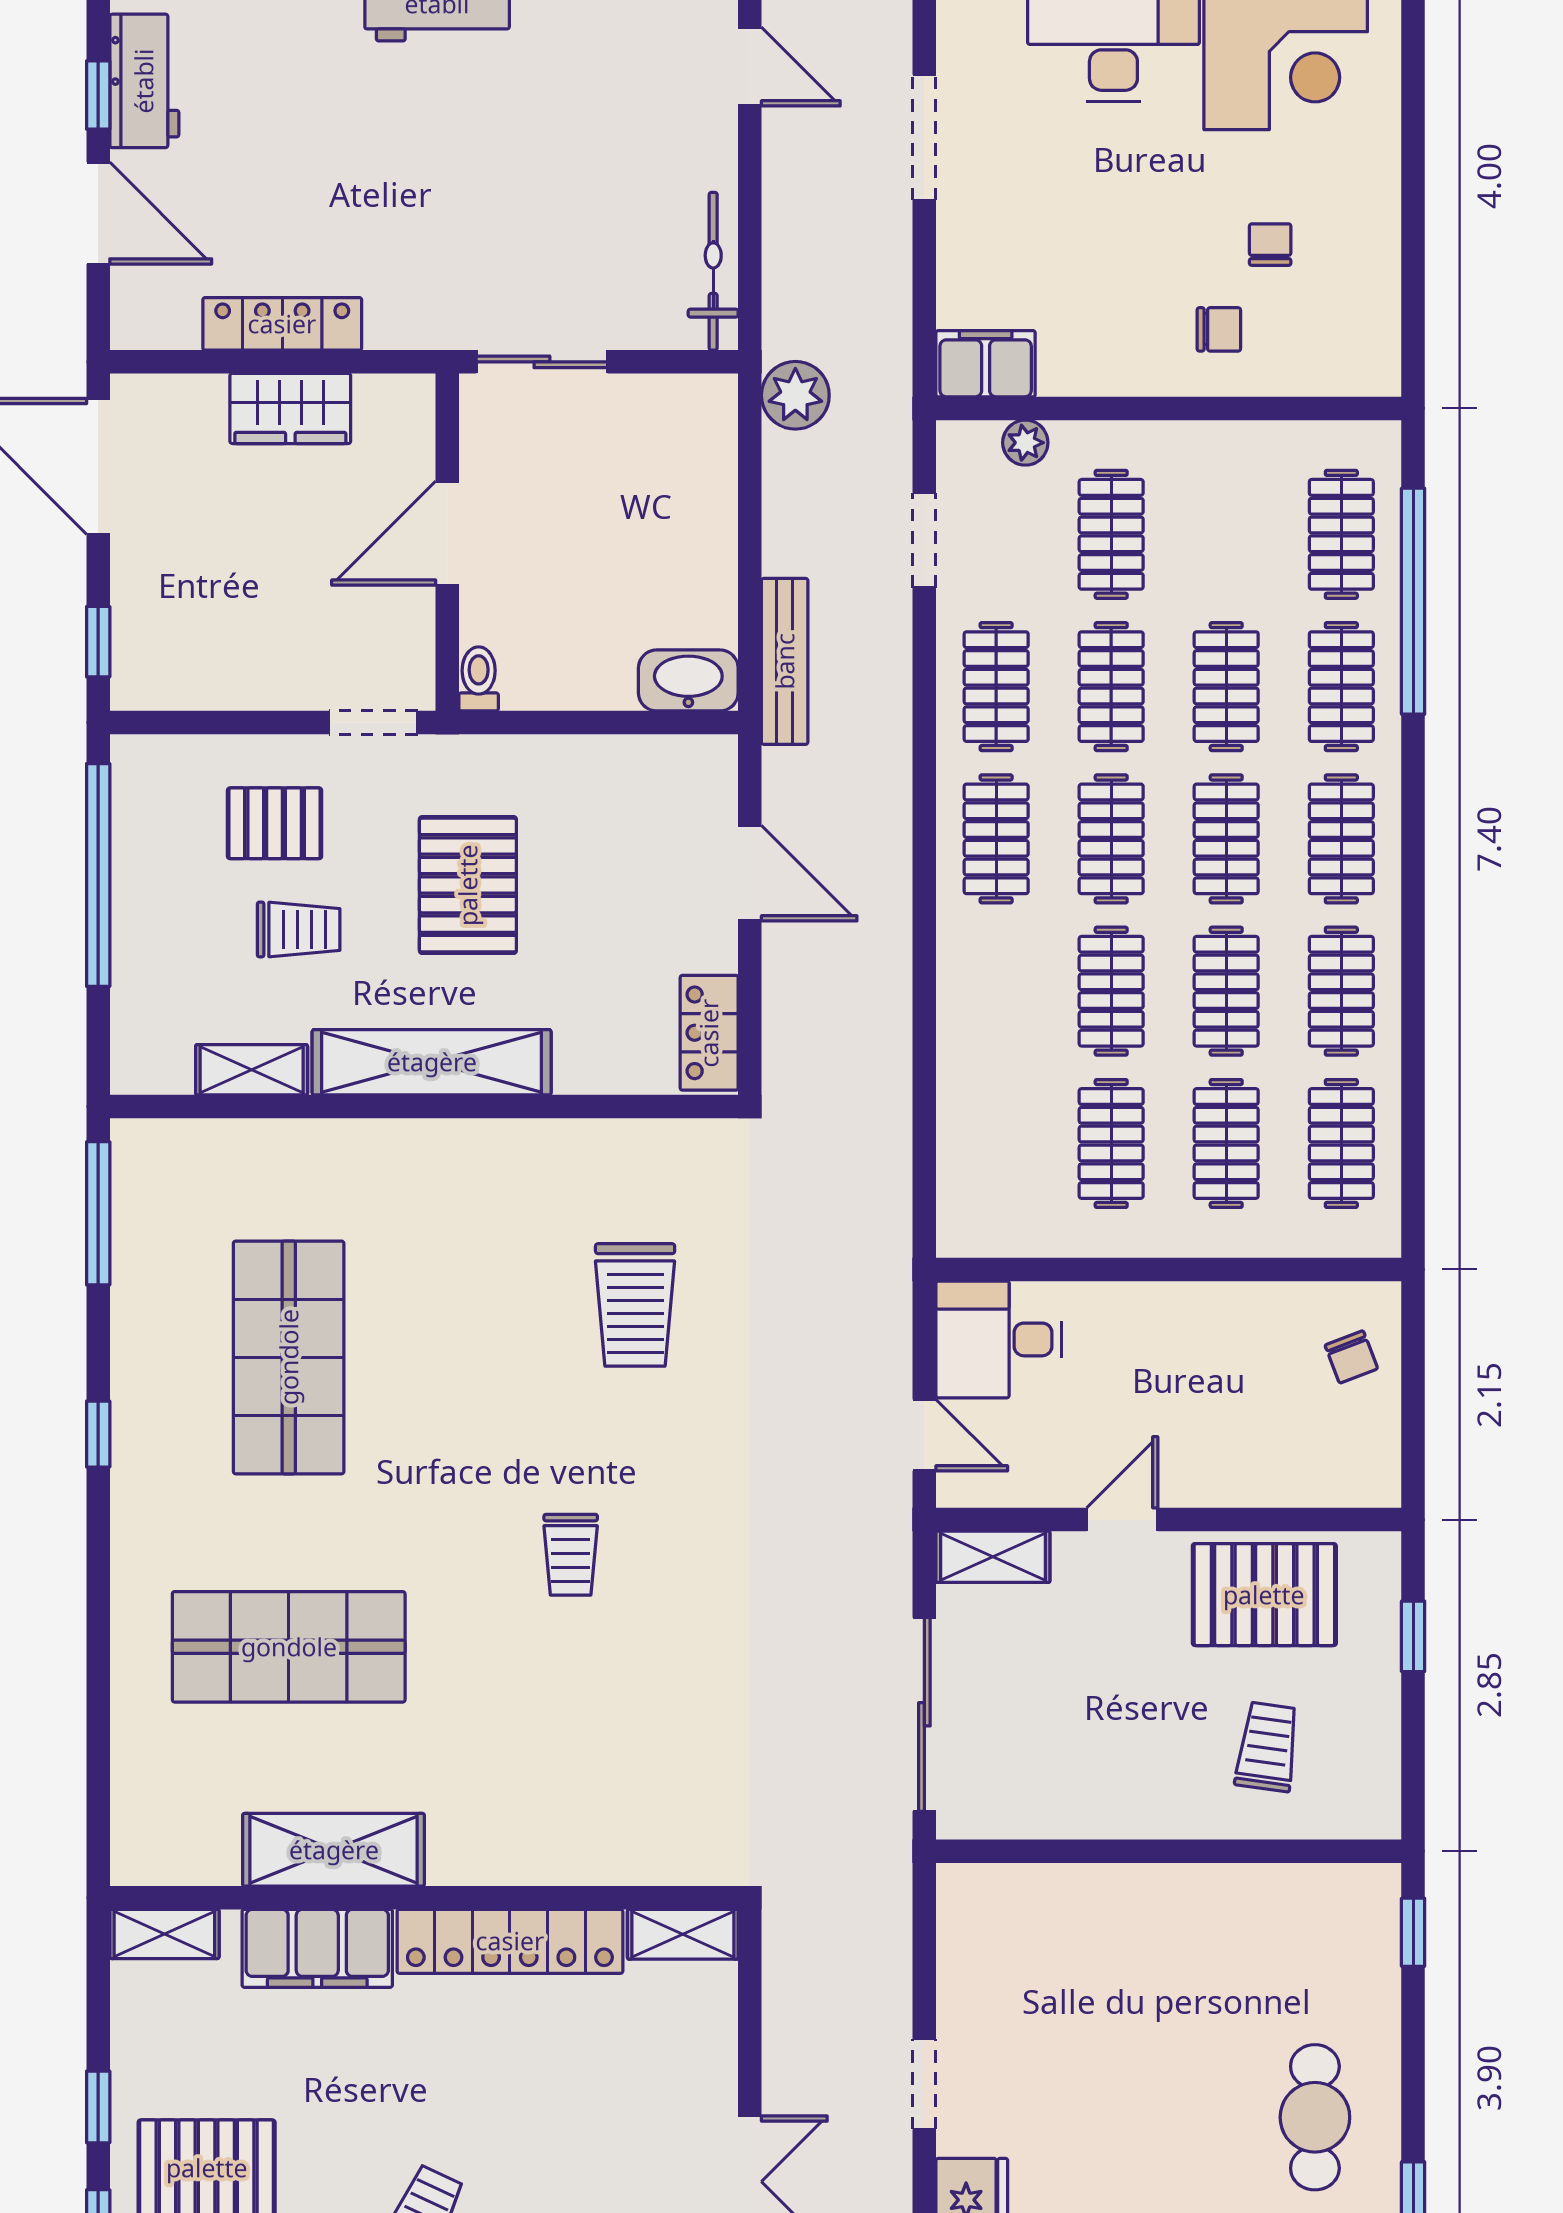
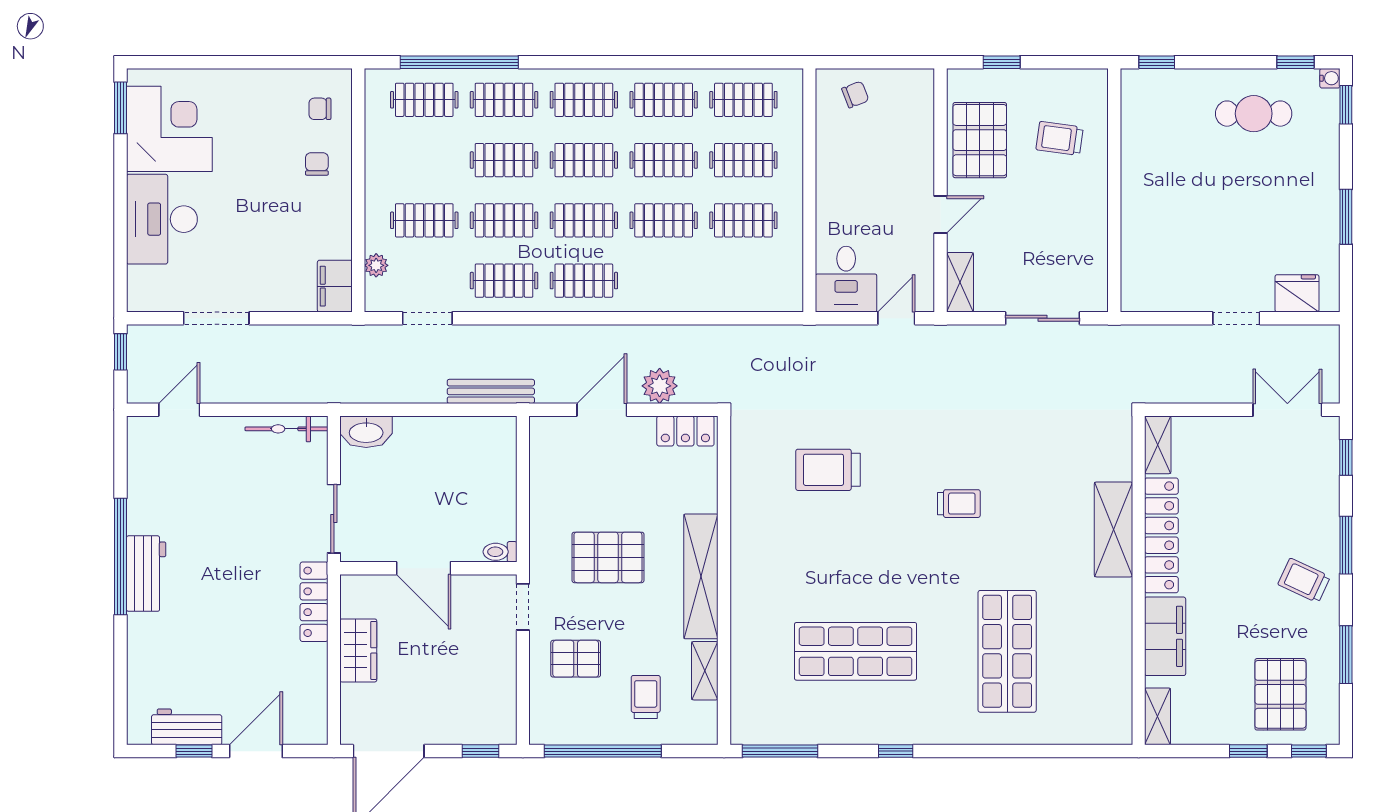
chair: (1270, 245) -> (320, 109), moved
locker: (282, 324) -> (314, 602), moved
plant: (795, 395) -> (660, 386), moved
washbasin: (688, 680) -> (366, 432), moved, turned -90
pallet: (275, 823) -> (576, 659), turned 90
trolley: (299, 929) -> (646, 697), moved
trolley: (635, 1305) -> (828, 470), turned 180
door: (1122, 1520) -> (940, 215), swing flipped
sliding door: (924, 1714) -> (1043, 318), width x0.73
shelving: (334, 1850) -> (1113, 529), moved

